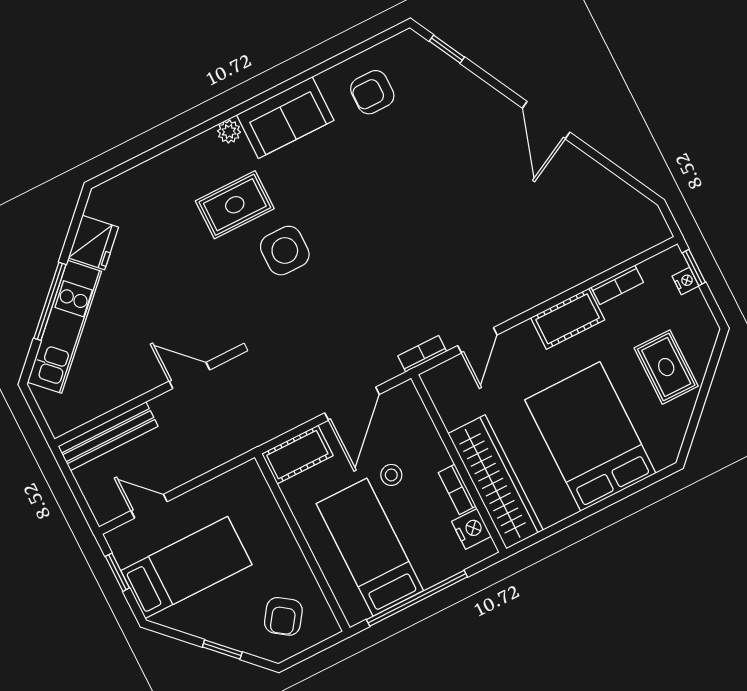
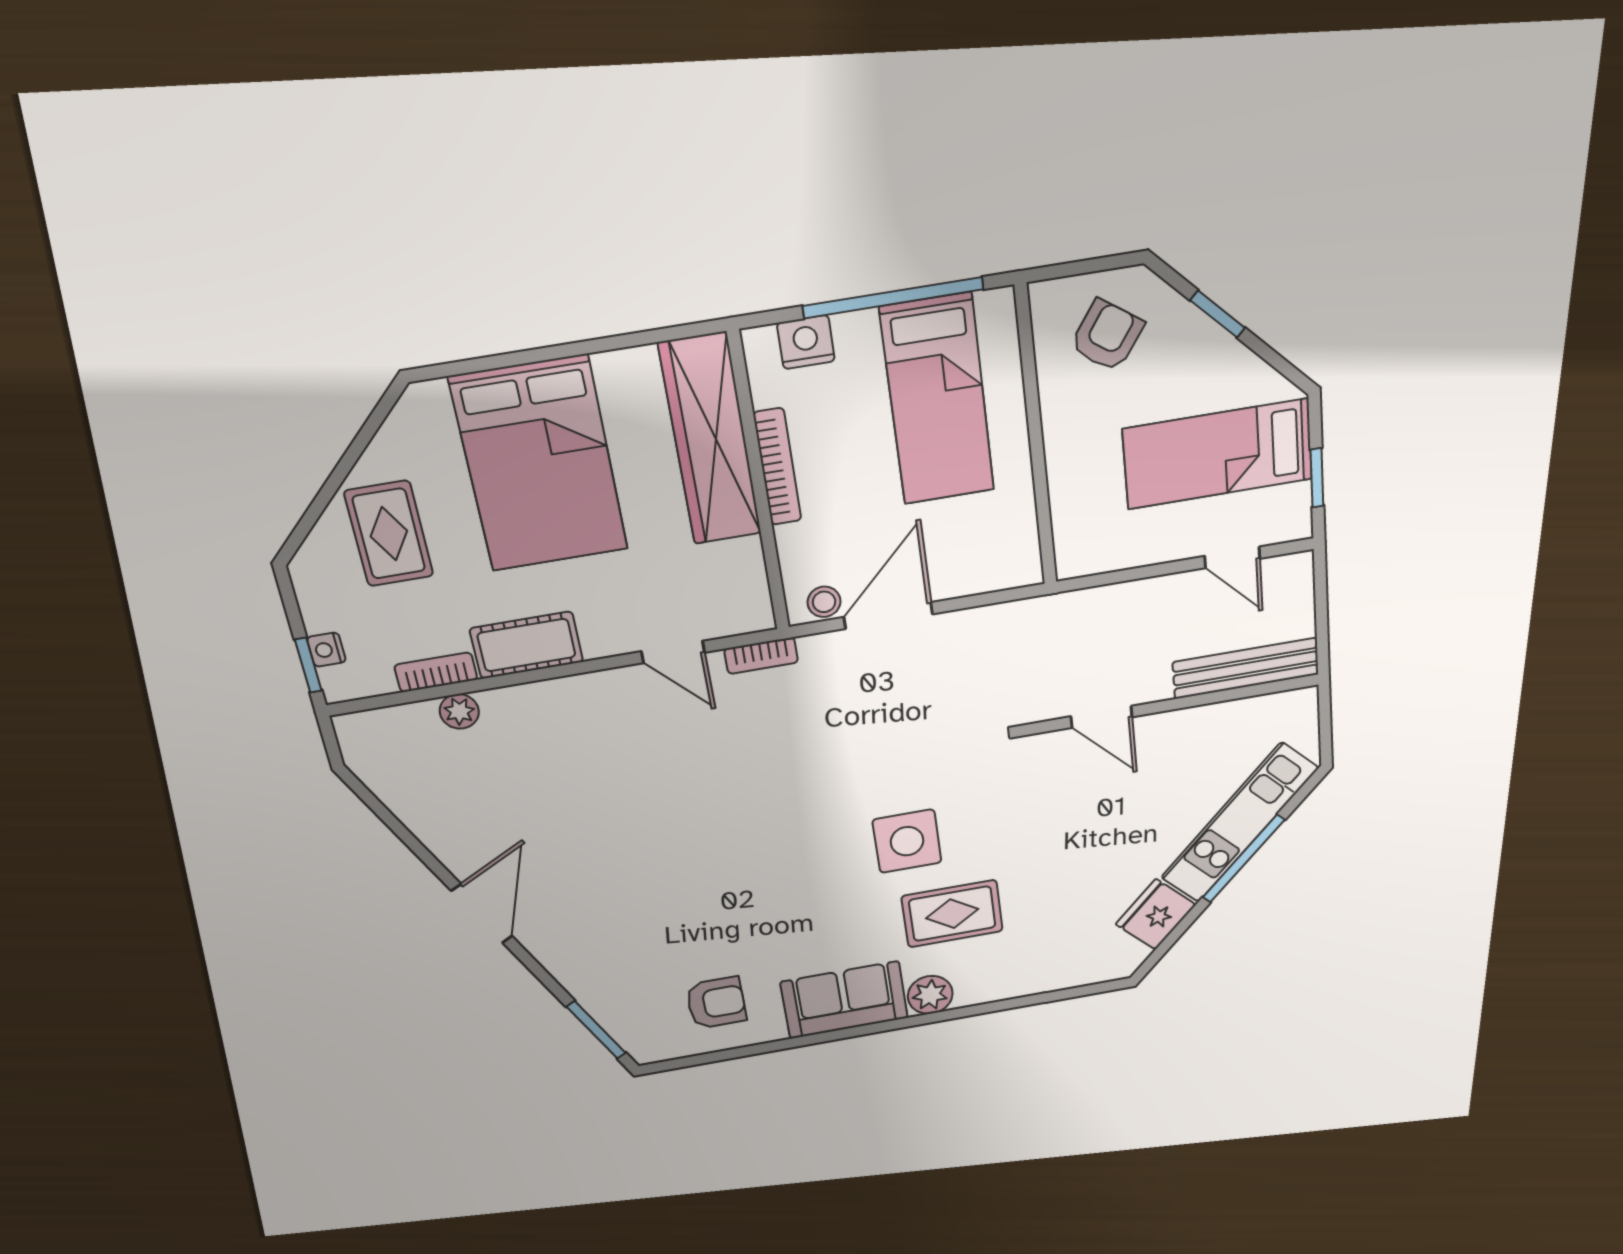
window: (447, 49) -> (596, 1030), width x1.50
plant: (229, 132) -> (930, 995), width x1.38, depth x1.38
plant: (597, 262) -> (459, 711), added
door: (477, 340) -> (673, 652), swing flipped
cot: (297, 455) -> (994, 567), removed
stool: (391, 475) -> (824, 602), moved
bookcase: (457, 489) -> (777, 467), width x1.56
nightstand: (471, 529) -> (806, 342), moved, turned 90

